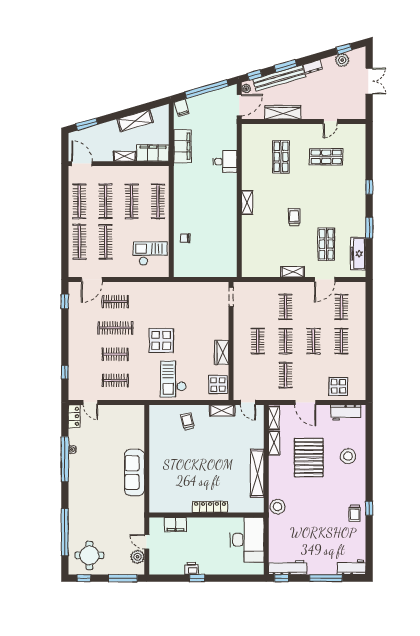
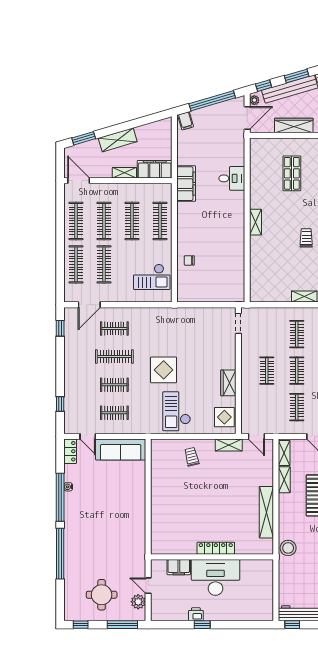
shelving: (135, 121) -> (118, 140), moved
filing cabinet: (182, 146) -> (186, 184), moved
checkout: (150, 253) -> (152, 277), turned 180
sofa: (135, 473) -> (121, 450), moved, turned -90
window: (65, 532) -> (60, 554), moved
desk: (247, 540) -> (215, 577), moved, turned -90
round table: (89, 555) -> (102, 595), moved

